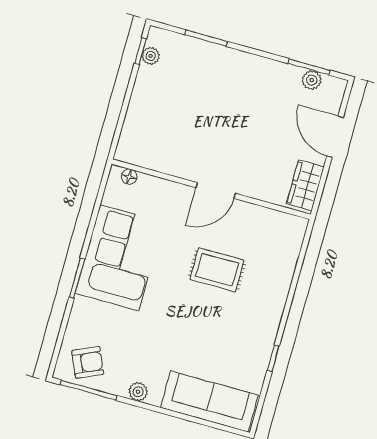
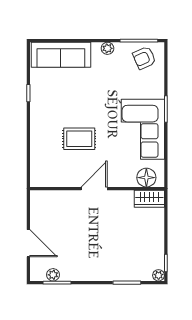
plant: (151, 56) -> (159, 275), moved
floor lamp: (129, 177) -> (146, 178), width x1.89, depth x1.89
wardrobe: (305, 185) -> (149, 199), moved, turned 90

